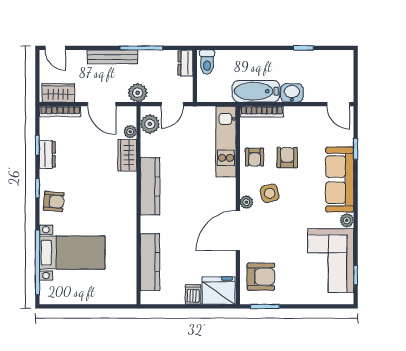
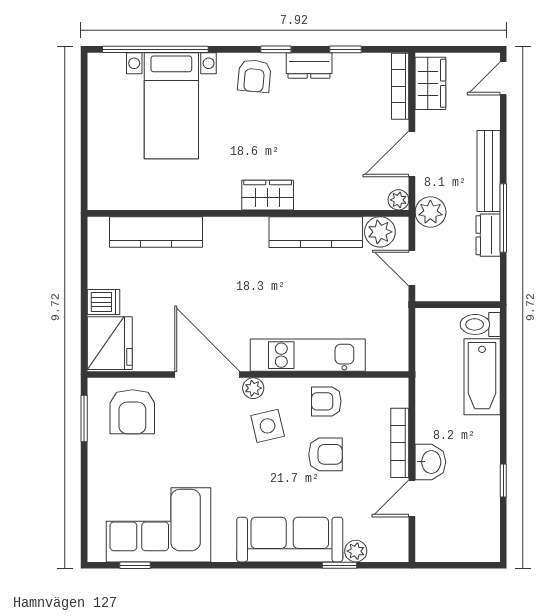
dresser: (185, 63) -> (488, 235), moved, turned -90
bathtub: (256, 91) -> (482, 377), moved, turned 180
door: (338, 104) -> (412, 498), moved
bookcase: (262, 112) -> (400, 443), moved
plant: (130, 132) -> (398, 200), moved
kitchen unit: (226, 142) -> (308, 355), moved
dresser: (47, 154) -> (309, 65), moved
wardrobe: (127, 155) -> (268, 195), moved
kitchen counter: (150, 186) -> (316, 232), moved
plant: (347, 220) -> (356, 551), moved

